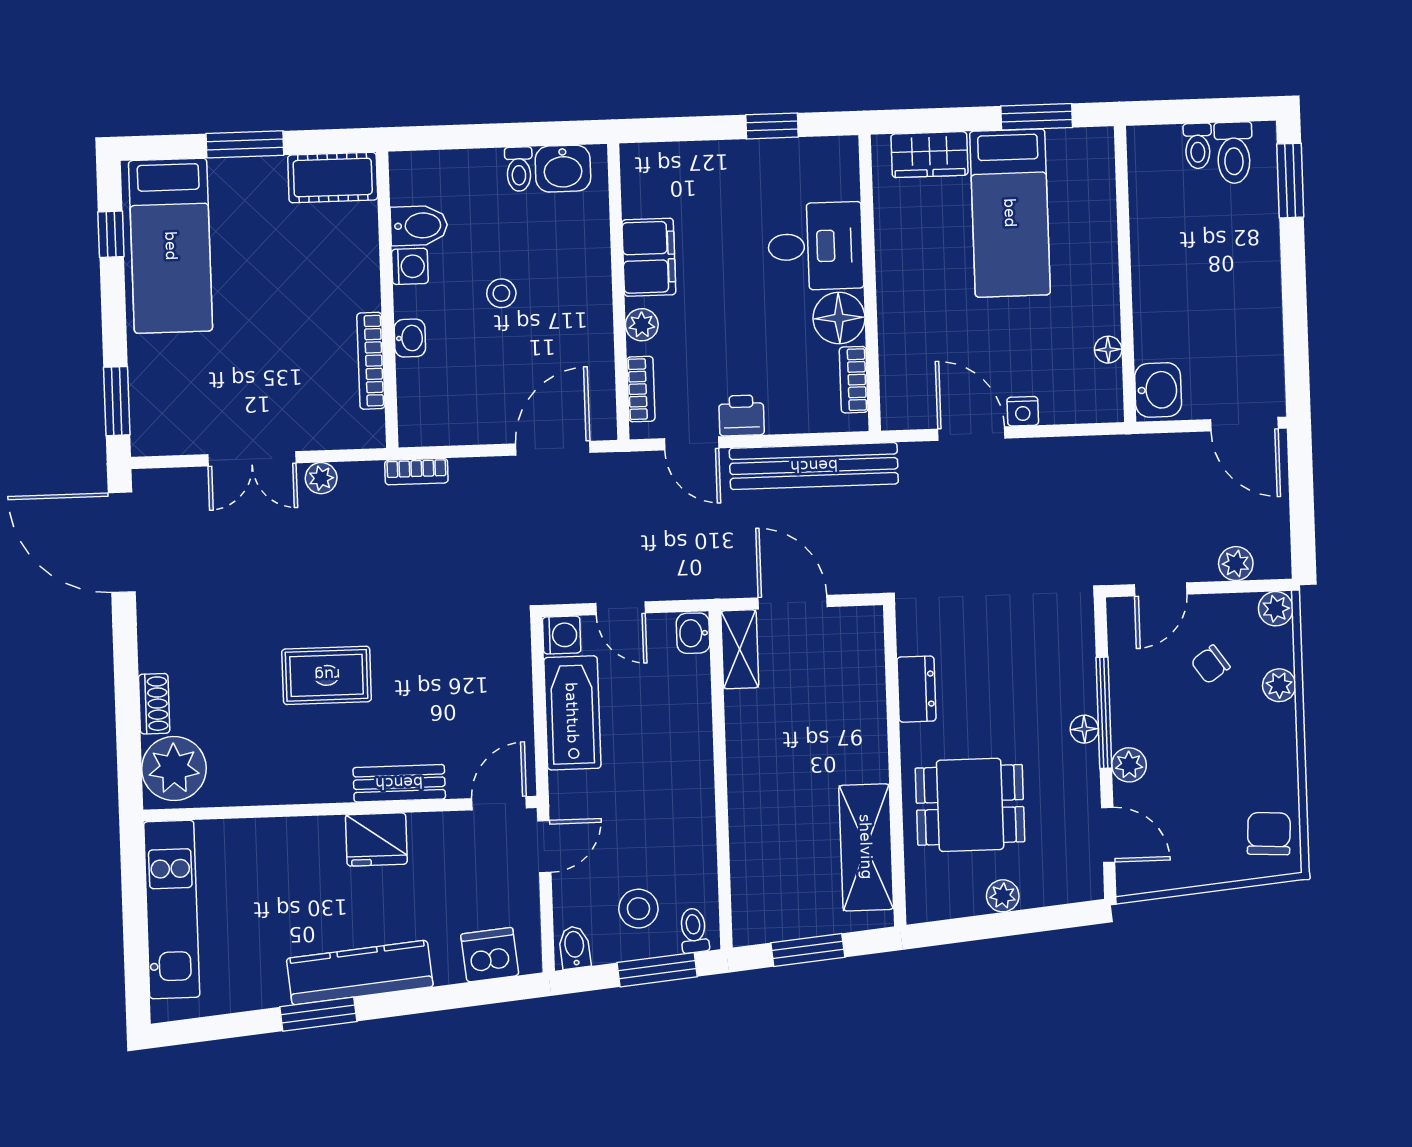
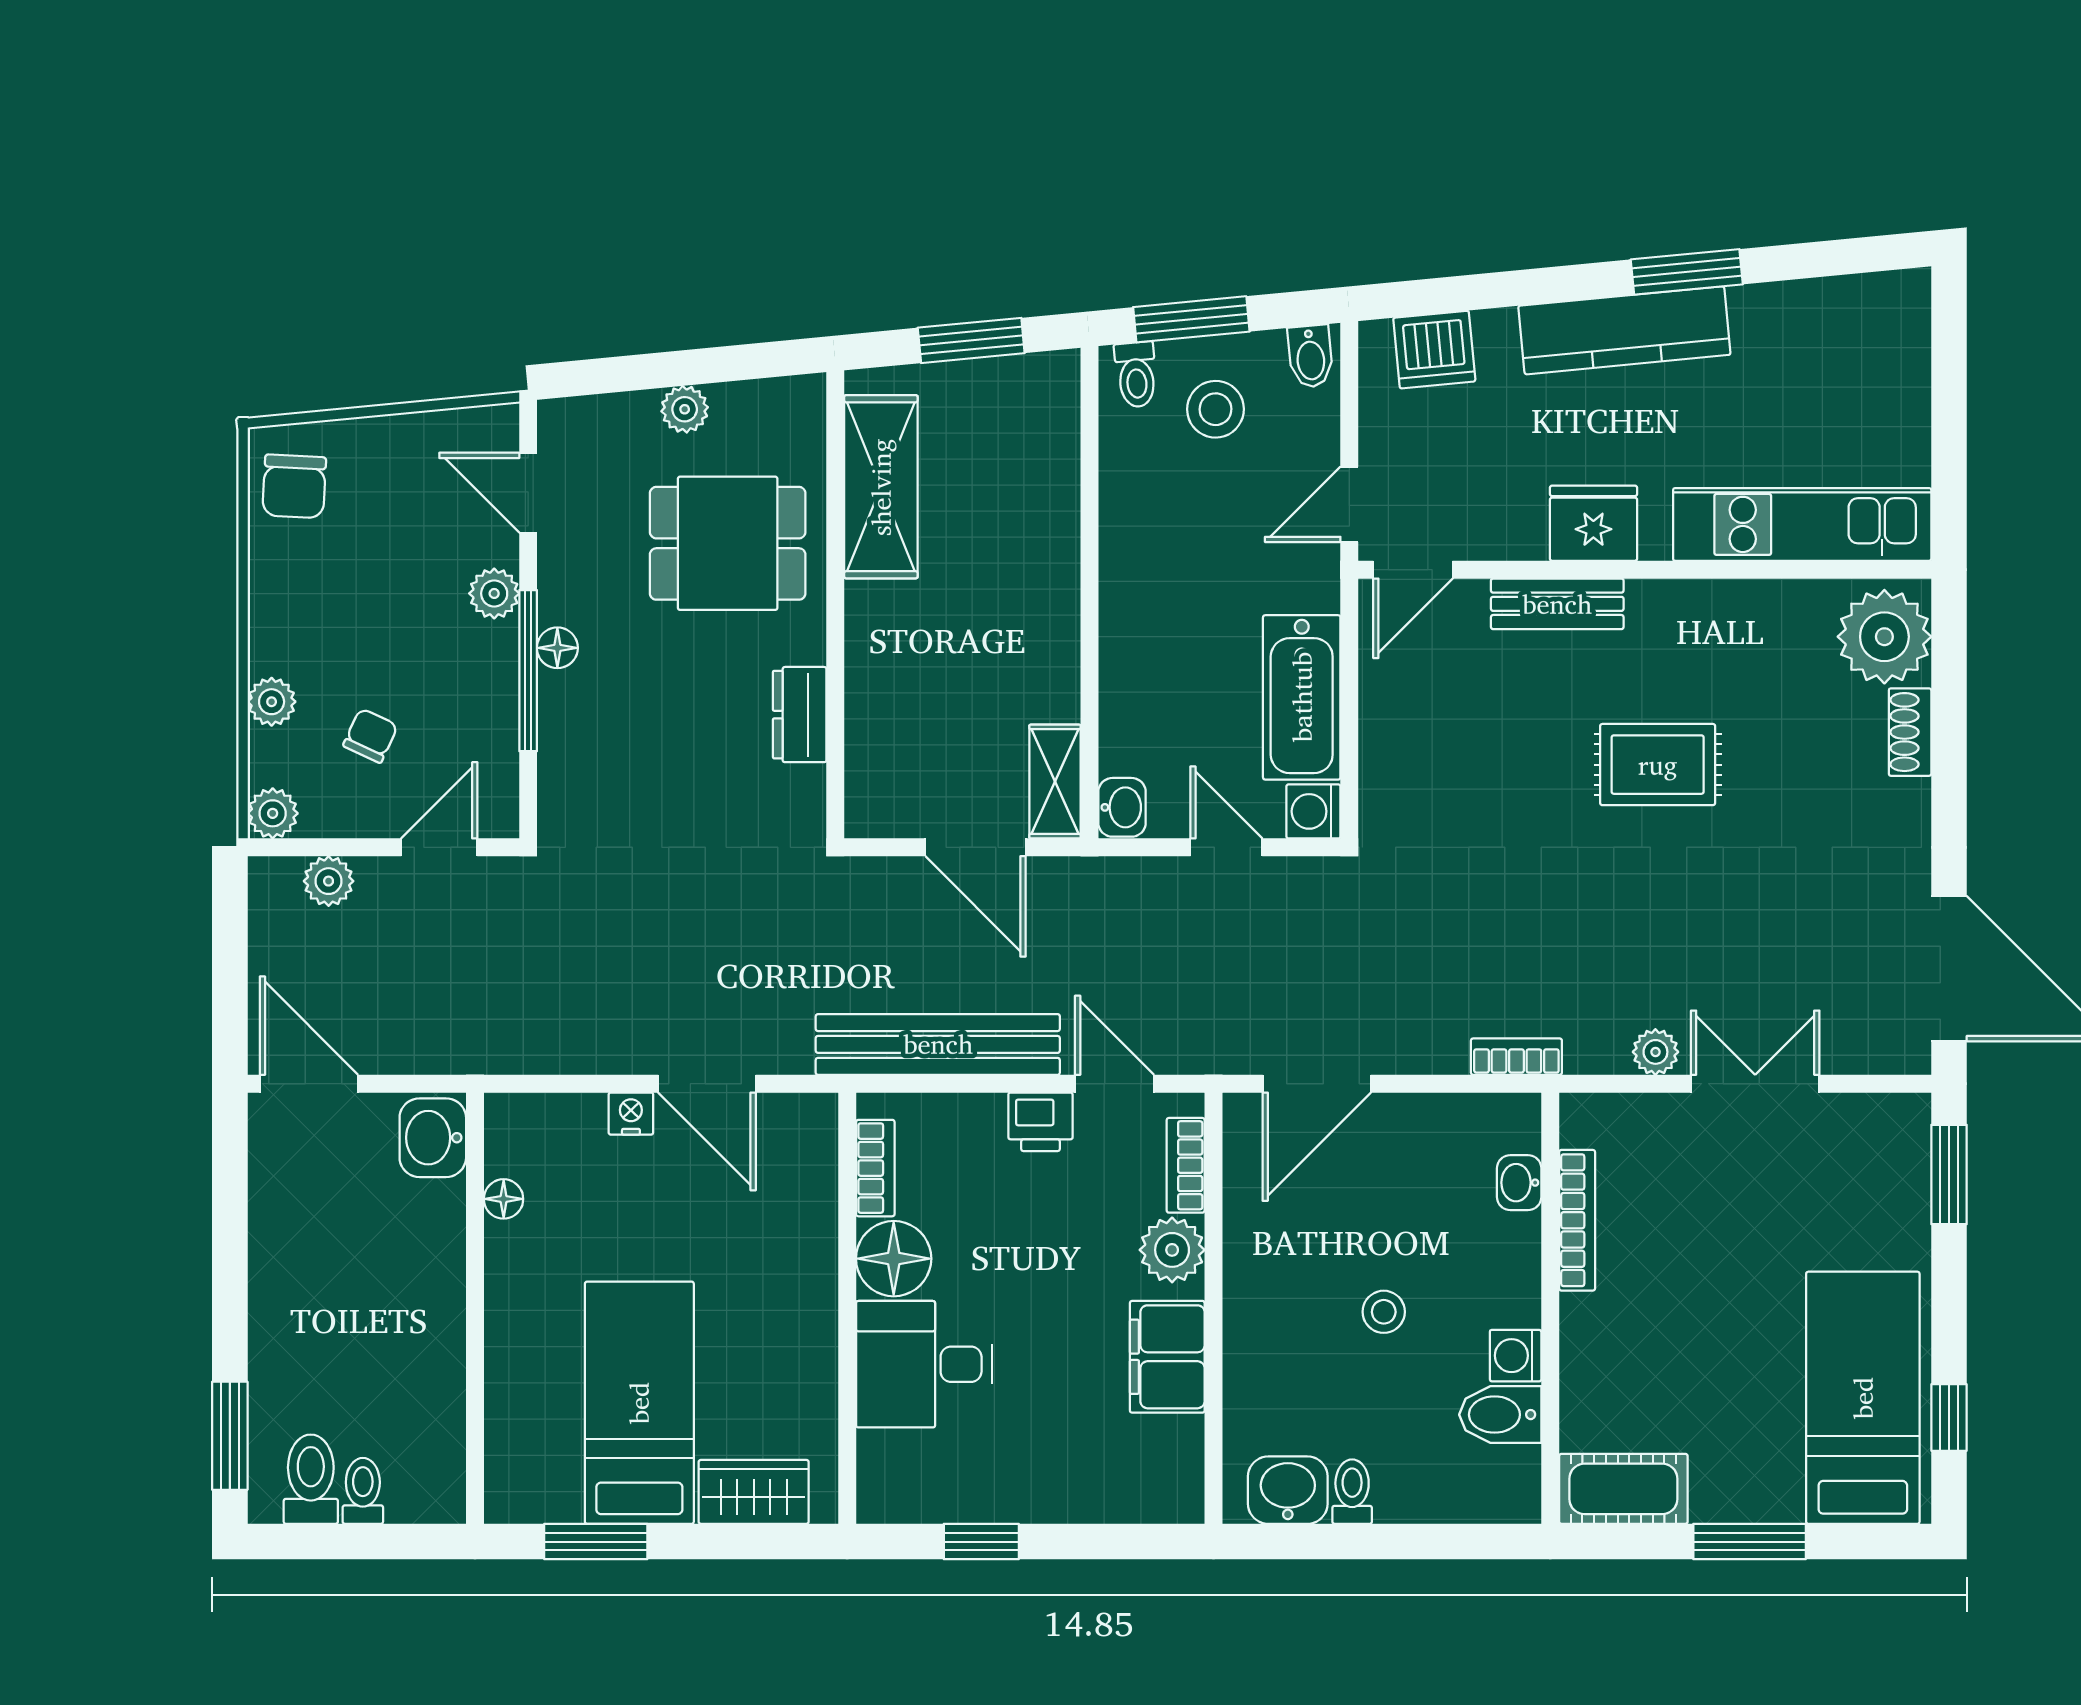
plant: (642, 325) -> (1172, 1250), width x1.38, depth x1.38
washbasin: (410, 338) -> (1519, 1183), moved
chair: (1211, 664) -> (370, 736), turned -30
kitchen unit: (172, 909) -> (1802, 524), moved, turned 90

